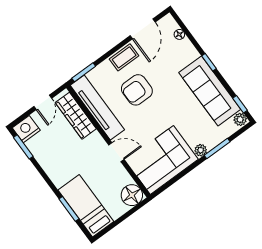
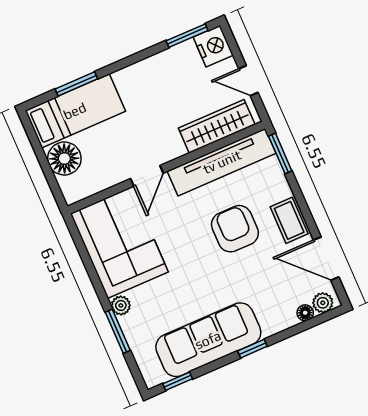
plant: (240, 119) -> (323, 303), moved
floor lamp: (132, 195) -> (64, 158), moved

